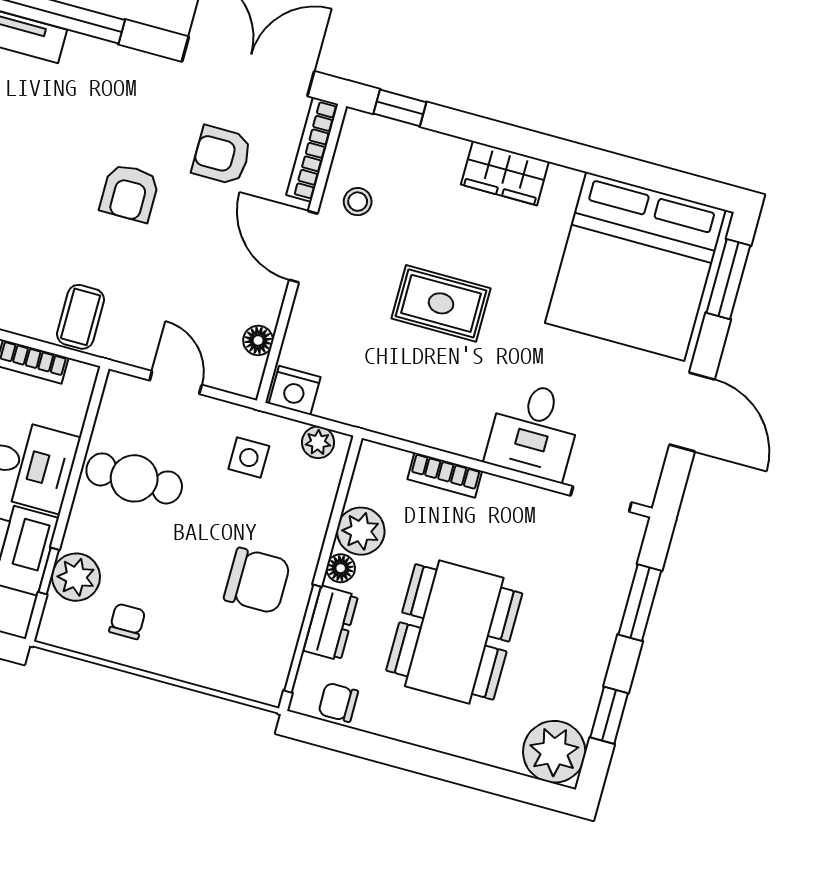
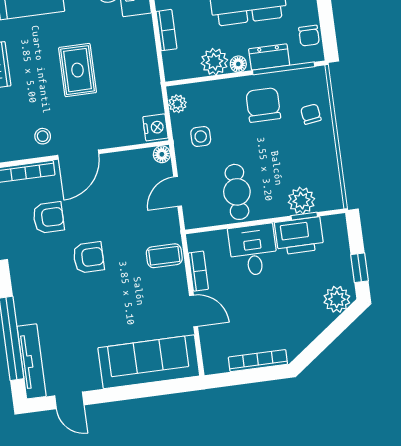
armchair: (222, 155) -> (48, 218), turned -90
floor lamp: (258, 340) -> (162, 154), moved
chair: (127, 621) -> (311, 114), moved, turned 82

